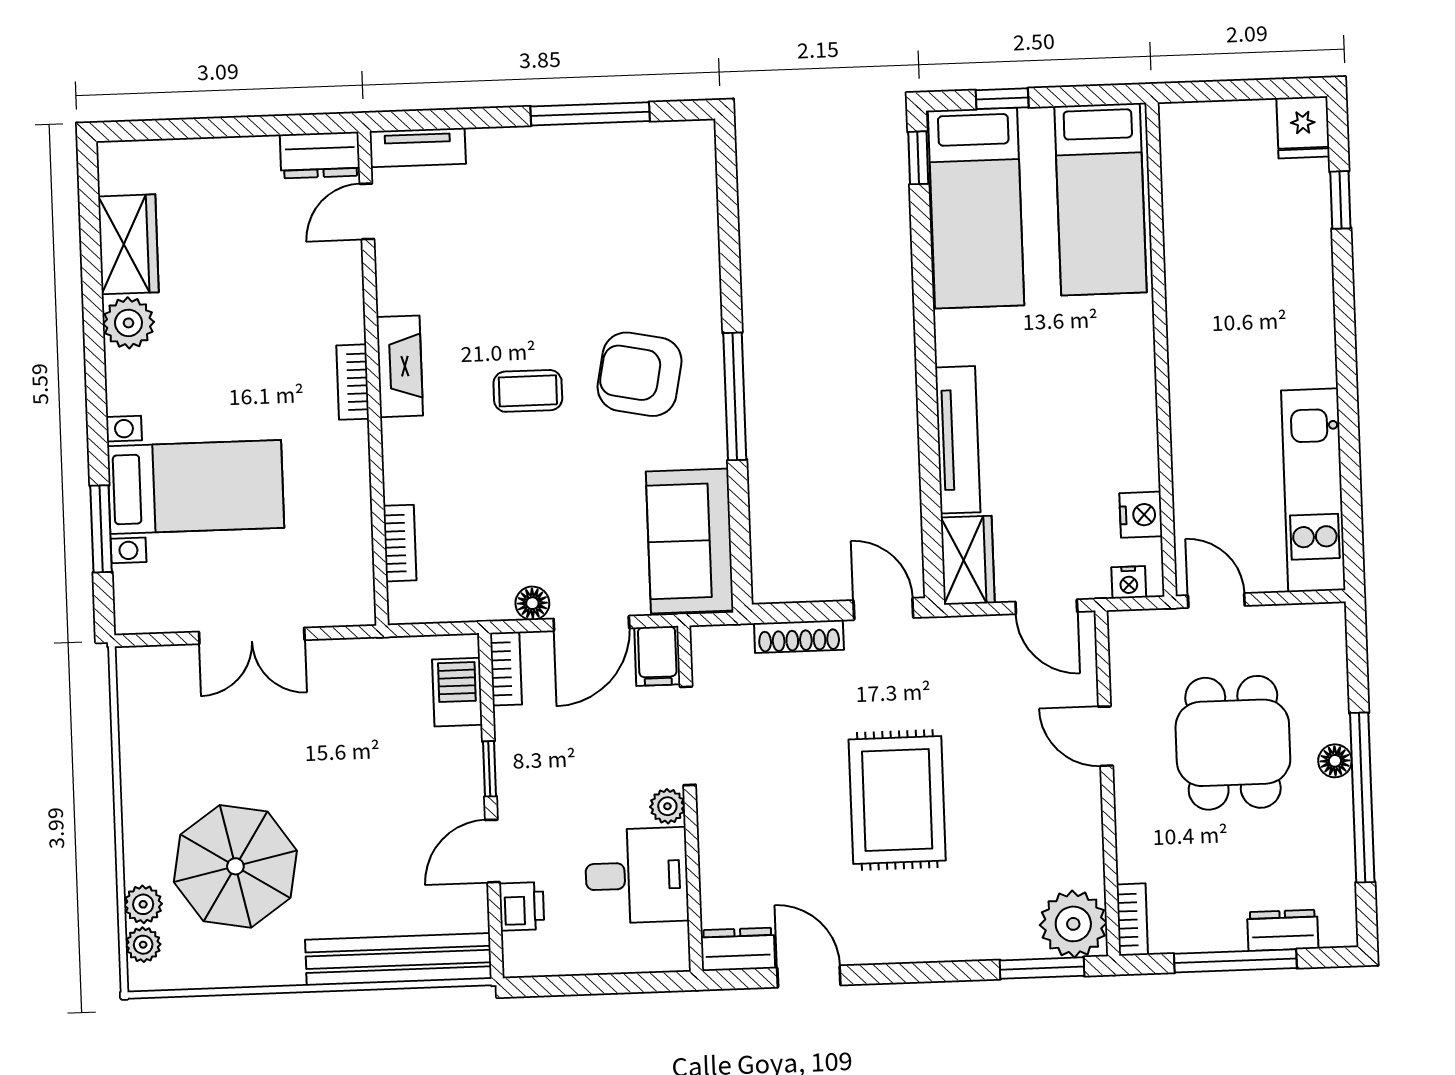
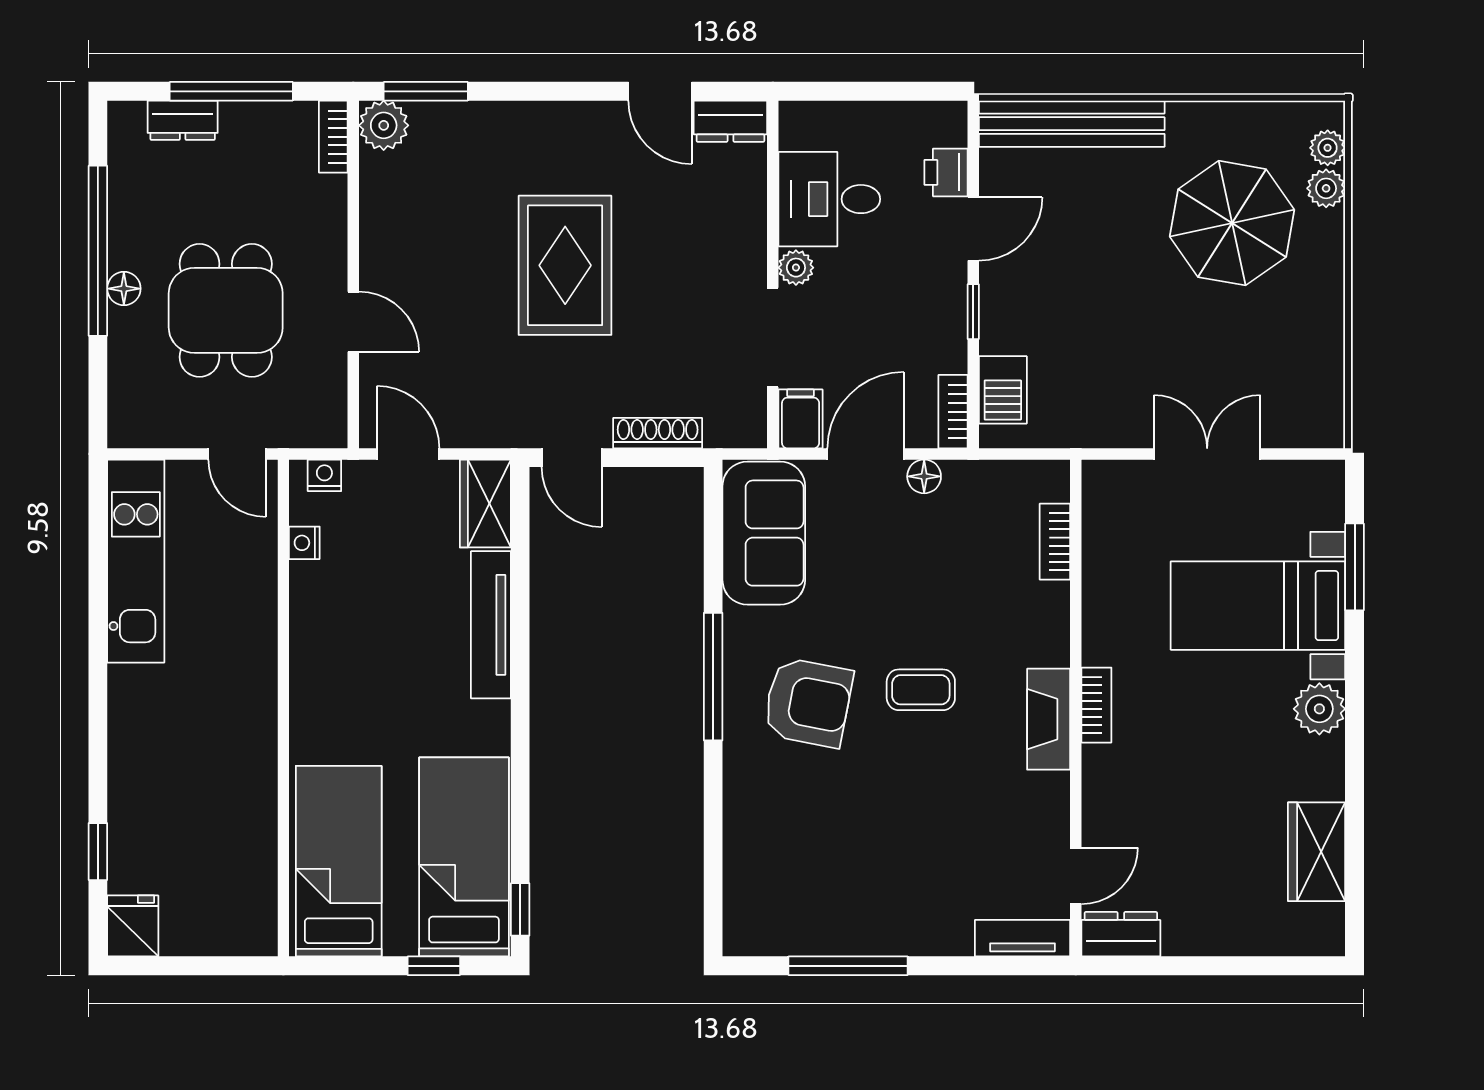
plant: (128, 323) -> (1319, 709), moved
nightstand: (1141, 515) -> (304, 543), width x0.72, depth x0.74
plant: (1073, 924) -> (384, 125), width x0.73, depth x0.73

